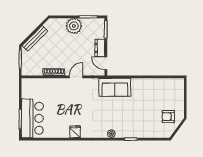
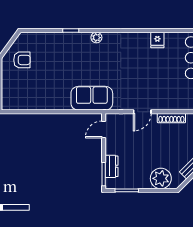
plant: (74, 26) -> (161, 178), moved
dresser: (100, 48) -> (112, 166), moved
door: (106, 63) -> (104, 129), swing flipped
fridge: (75, 132) -> (157, 40), moved

